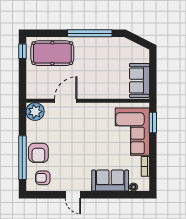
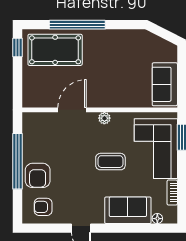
window: (90, 33) -> (77, 25), moved
plant: (35, 112) -> (104, 118), moved, width x0.53, depth x0.53
coffee table: (96, 142) -> (110, 162), added
window: (22, 158) -> (18, 161), moved

